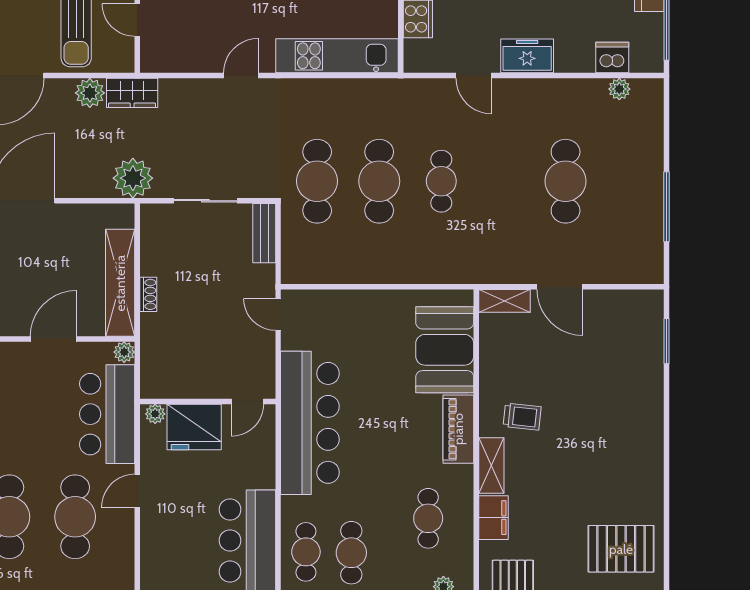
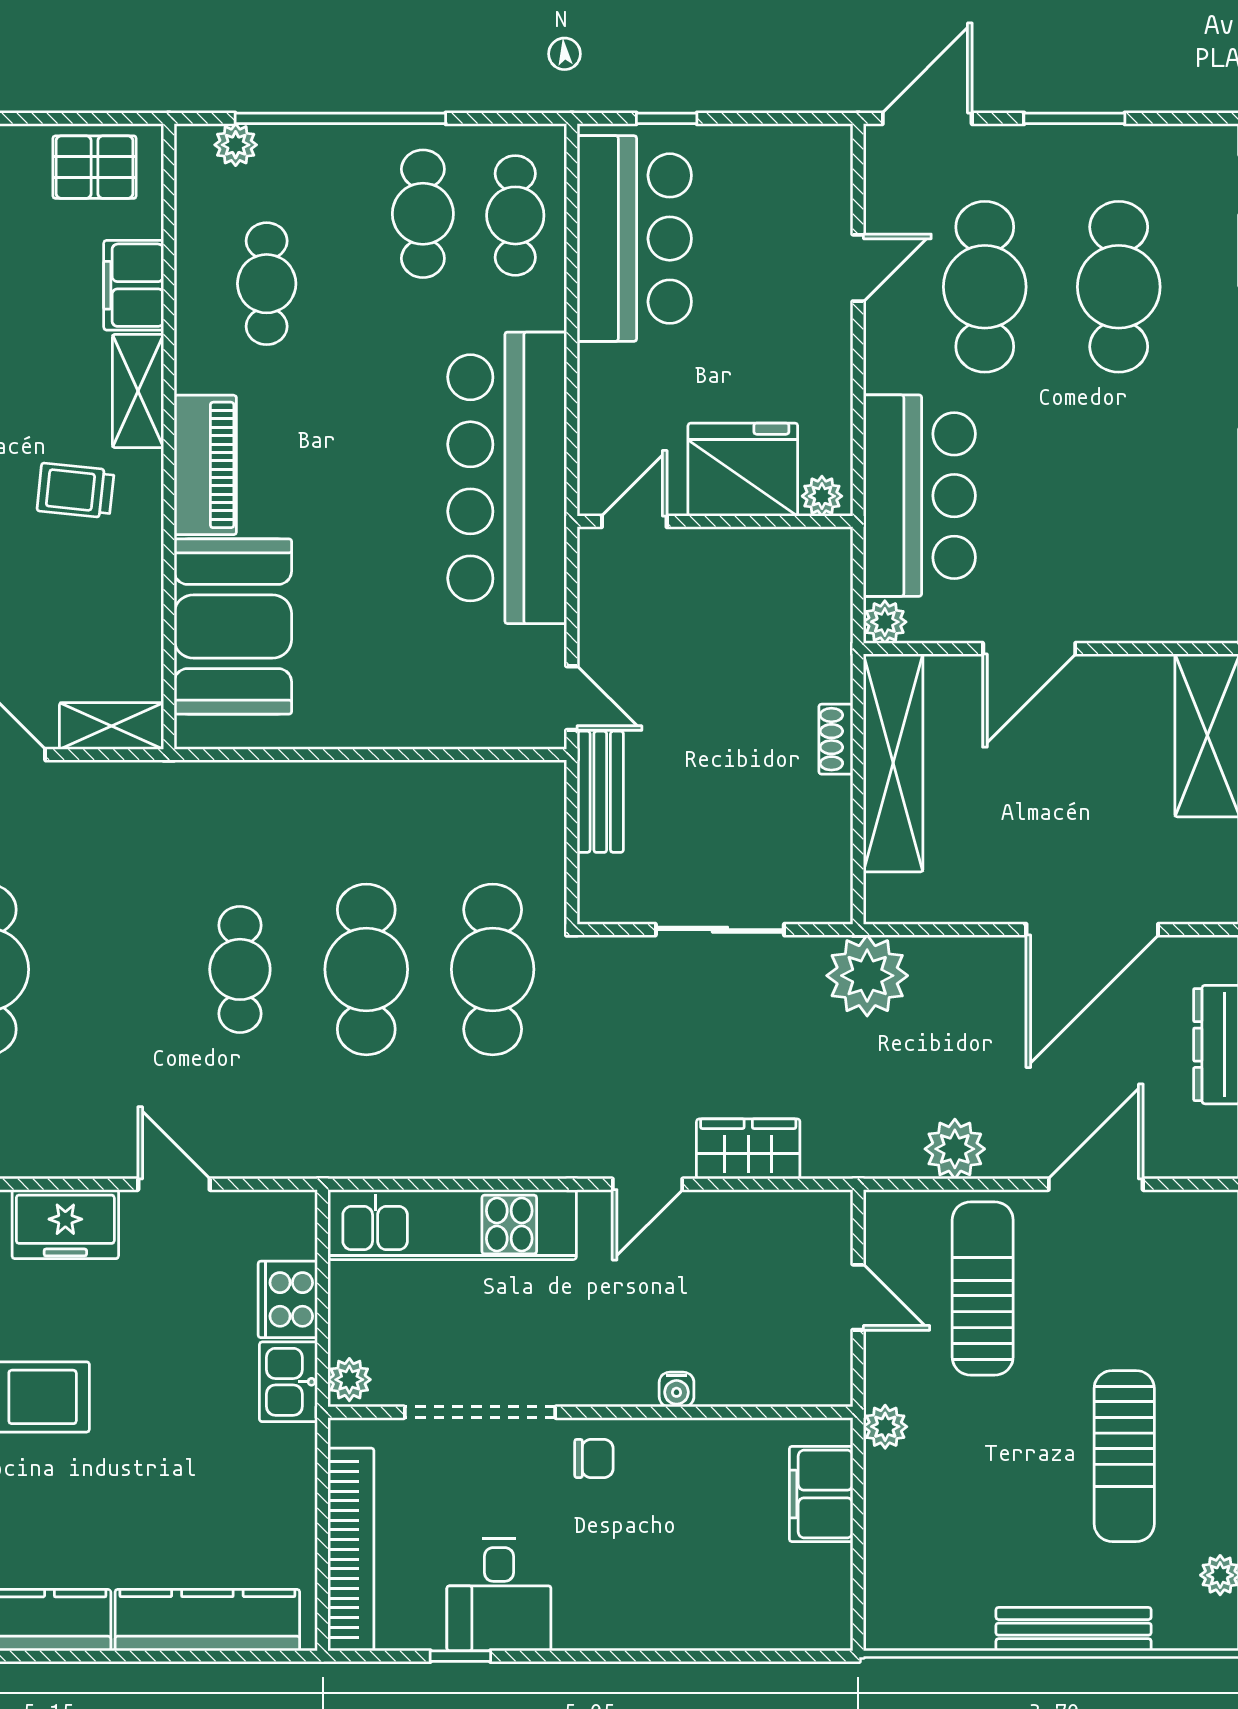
wardrobe: (132, 93) -> (748, 1149), moved
bench: (264, 233) -> (600, 792), moved
door: (137, 491) -> (858, 268), moved

